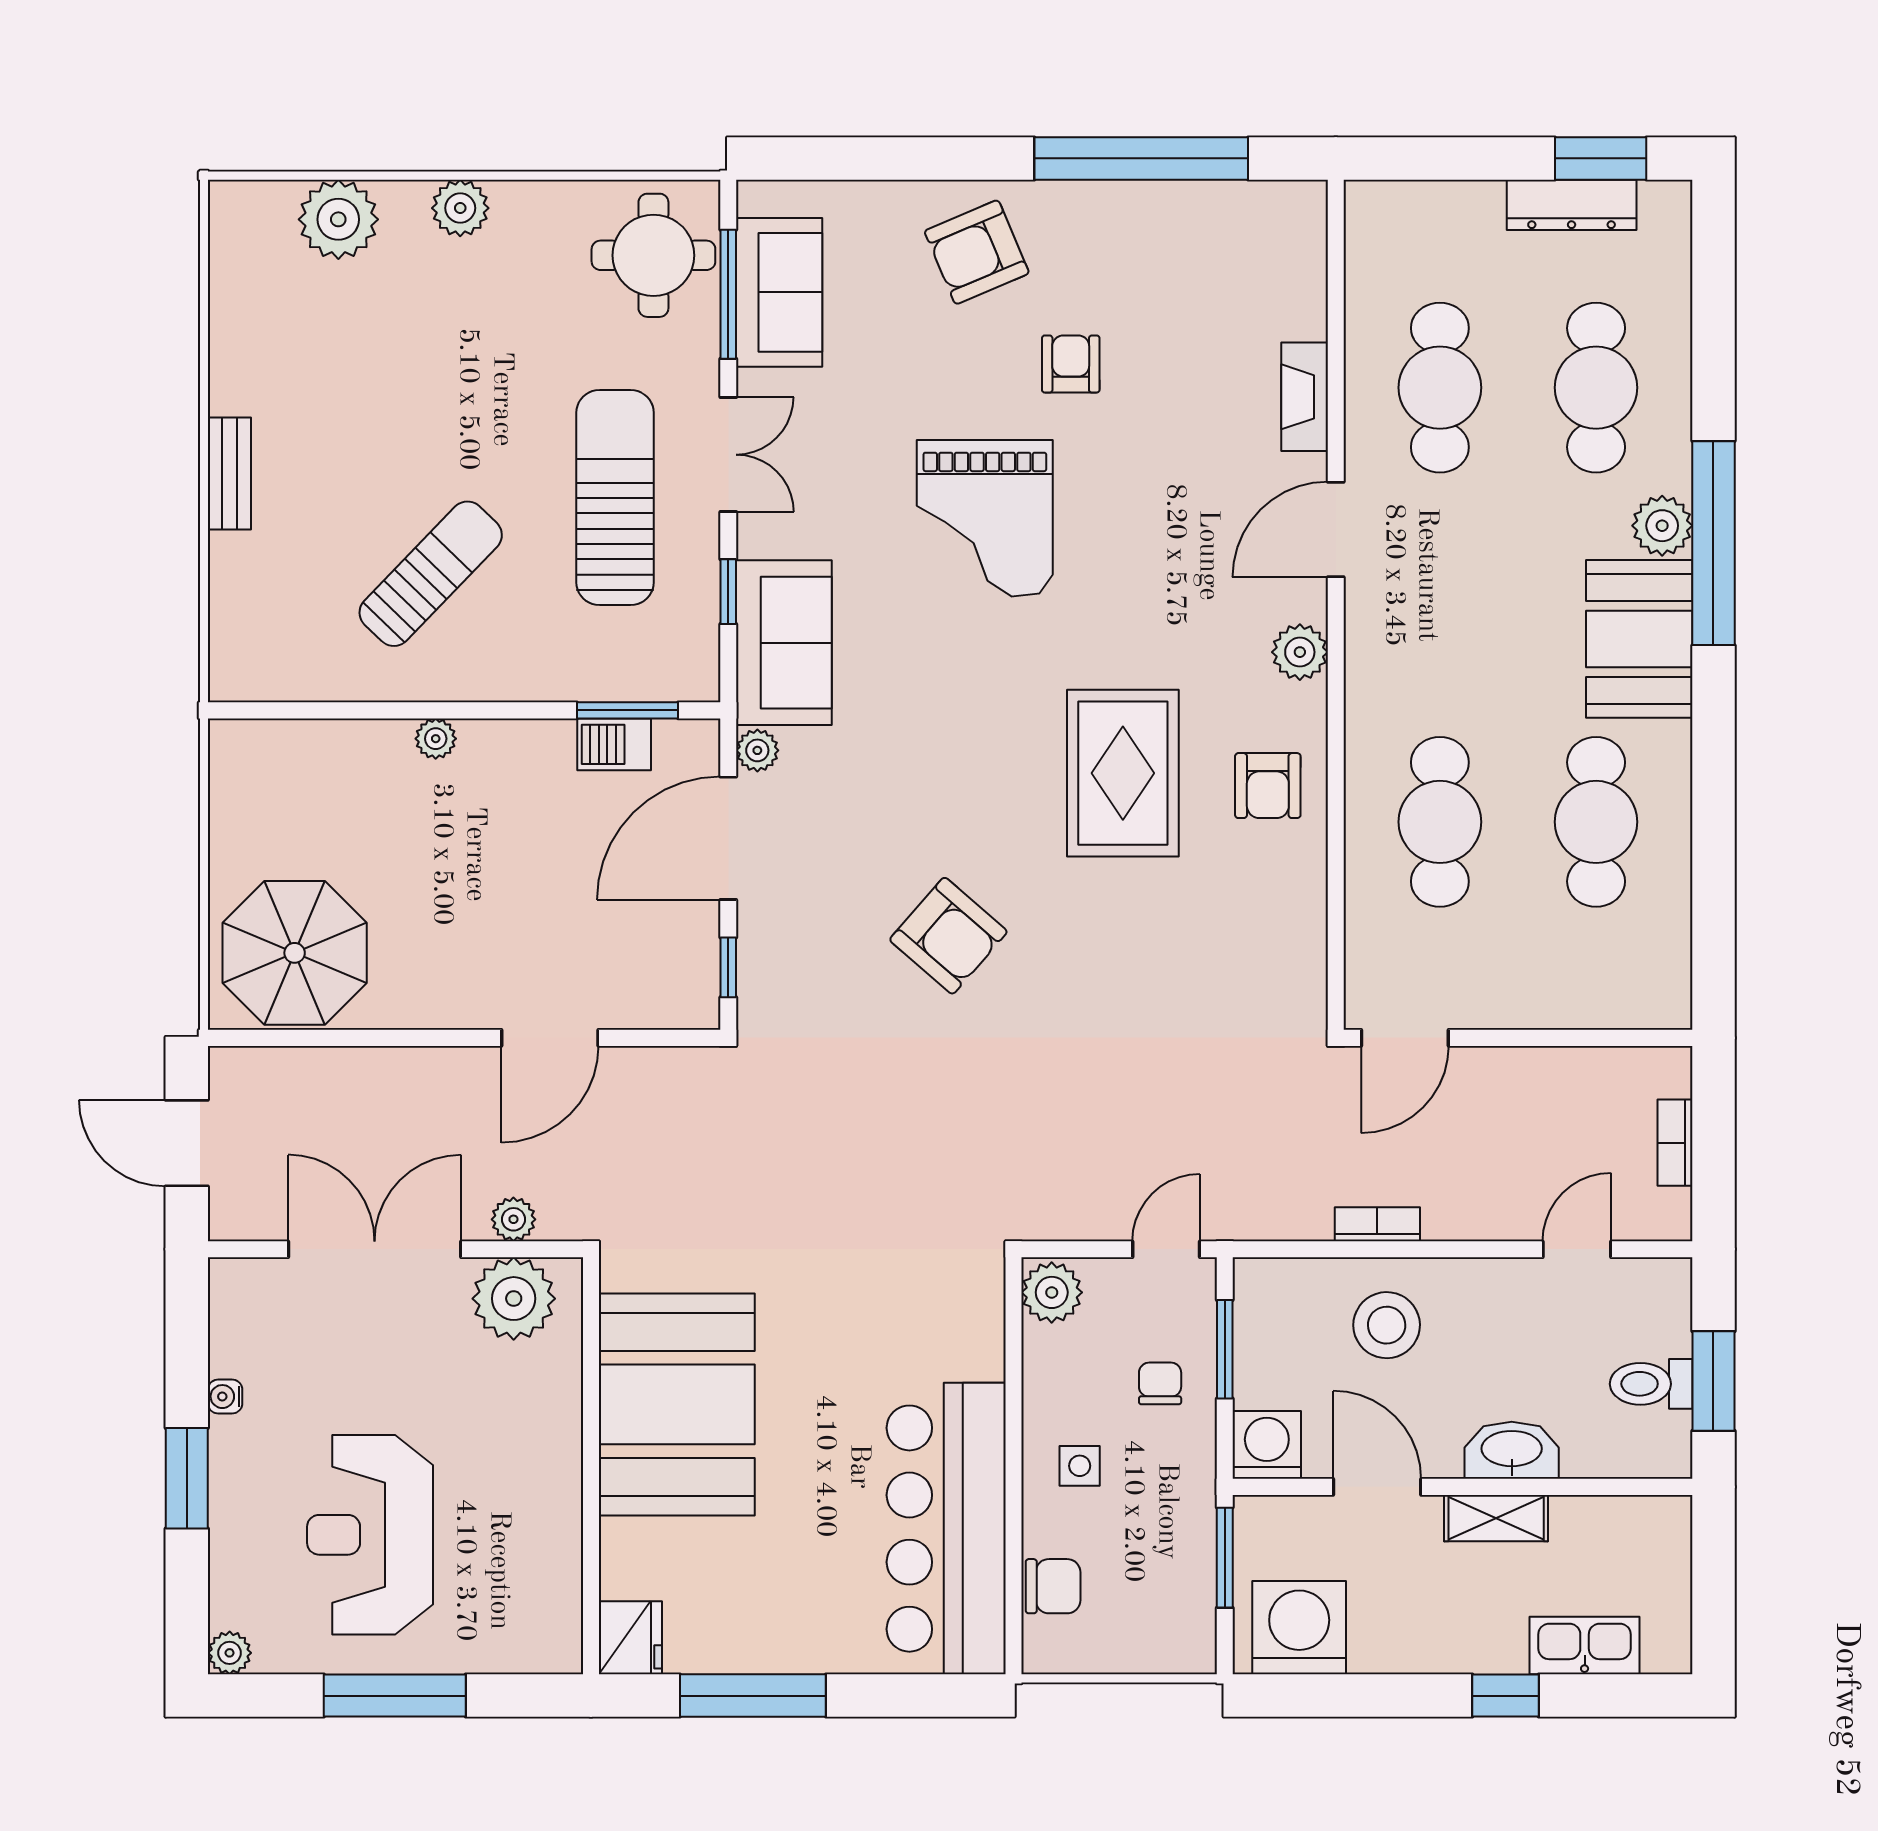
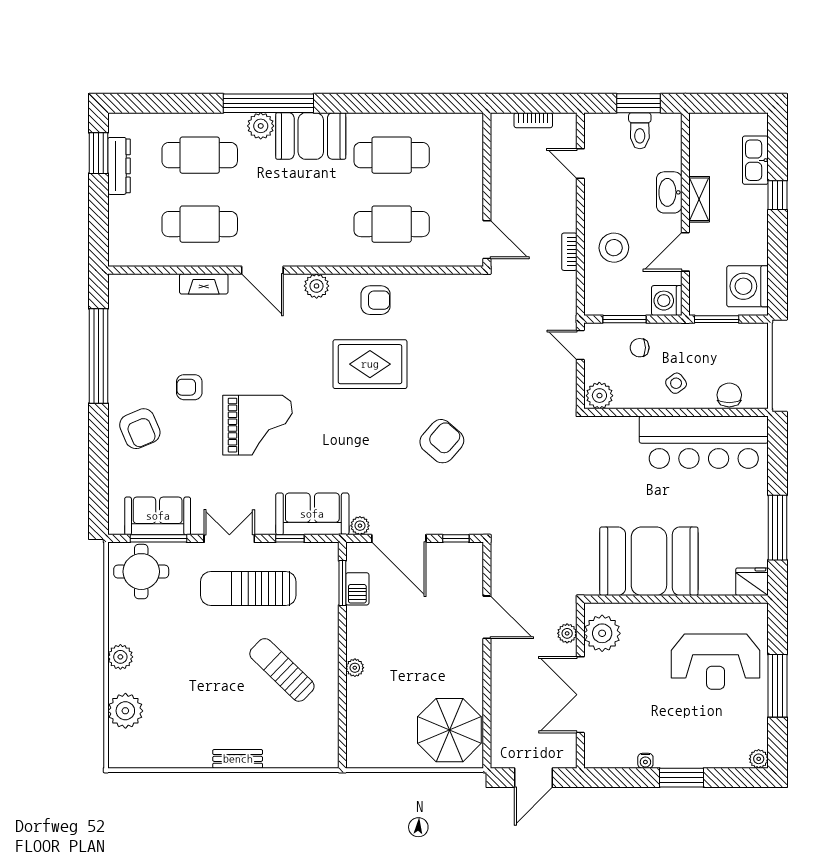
side table: (1080, 1466) -> (676, 383), turned -38
reception desk: (370, 1535) -> (716, 662), moved

